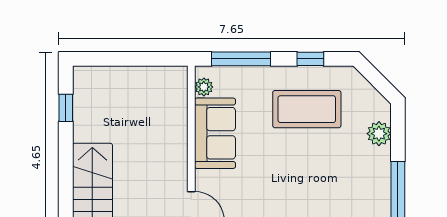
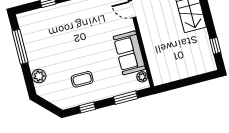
window: (241, 59) -> (126, 98), width x0.69
coffee table: (307, 109) -> (82, 79), width x0.54, depth x0.58

